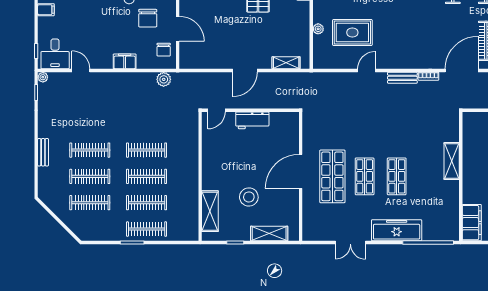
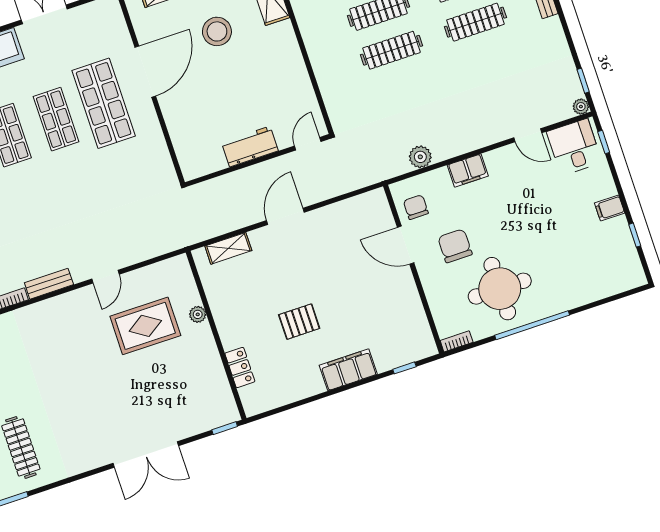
plant: (164, 79) -> (420, 157), moved
door: (301, 171) -> (145, 72), moved

